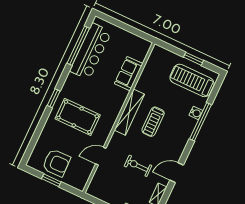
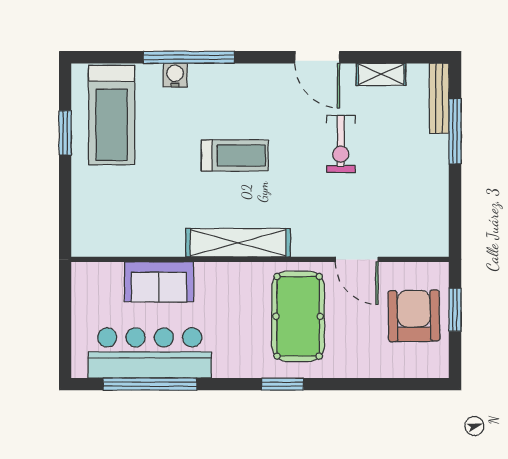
sofa: (129, 74) -> (159, 282), moved
shelving: (129, 112) -> (238, 243), moved
wall: (119, 118) -> (260, 259), moved
door: (101, 156) -> (357, 259), moved

